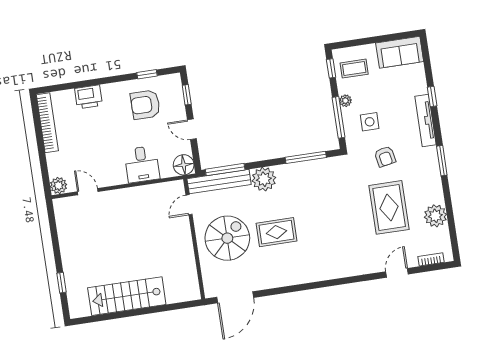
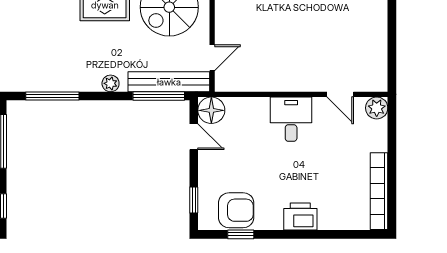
printer: (89, 97) -> (300, 217), moved
armchair: (145, 105) -> (236, 210), moved
door: (192, 129) -> (194, 137), moved
desk: (142, 164) -> (291, 119), moved
plant: (264, 179) -> (111, 83), width x0.53, depth x0.53

